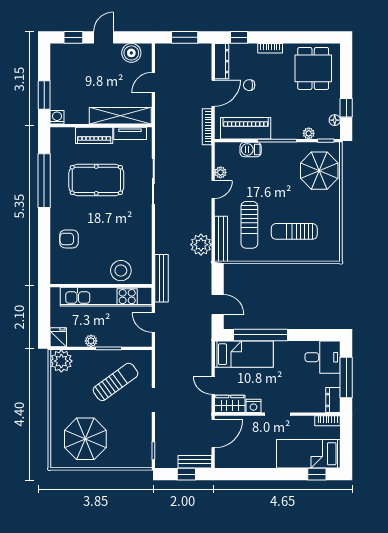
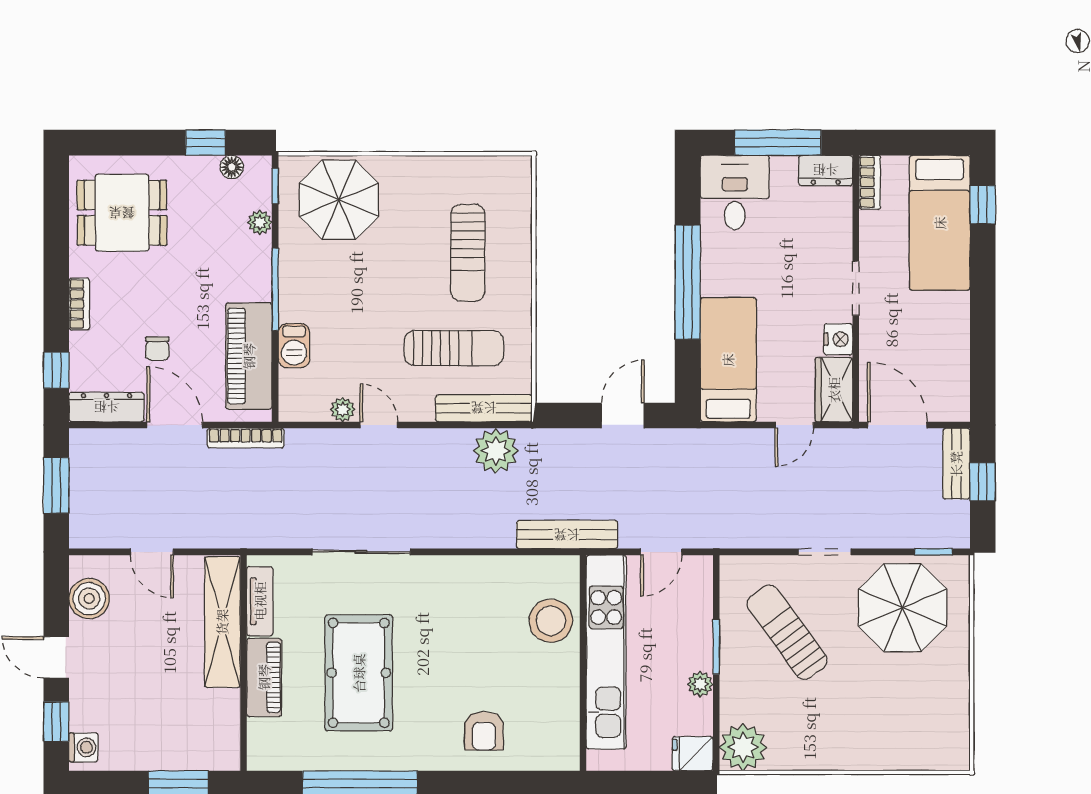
washing machine: (57, 117) -> (83, 747), moved, turned 180
window: (261, 335) -> (688, 282), moved
parasol: (85, 439) -> (903, 608), moved

